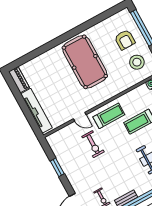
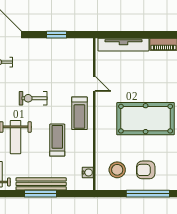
door: (80, 117) -> (94, 84), swing flipped
exercise bike: (93, 144) -> (33, 98), moved

